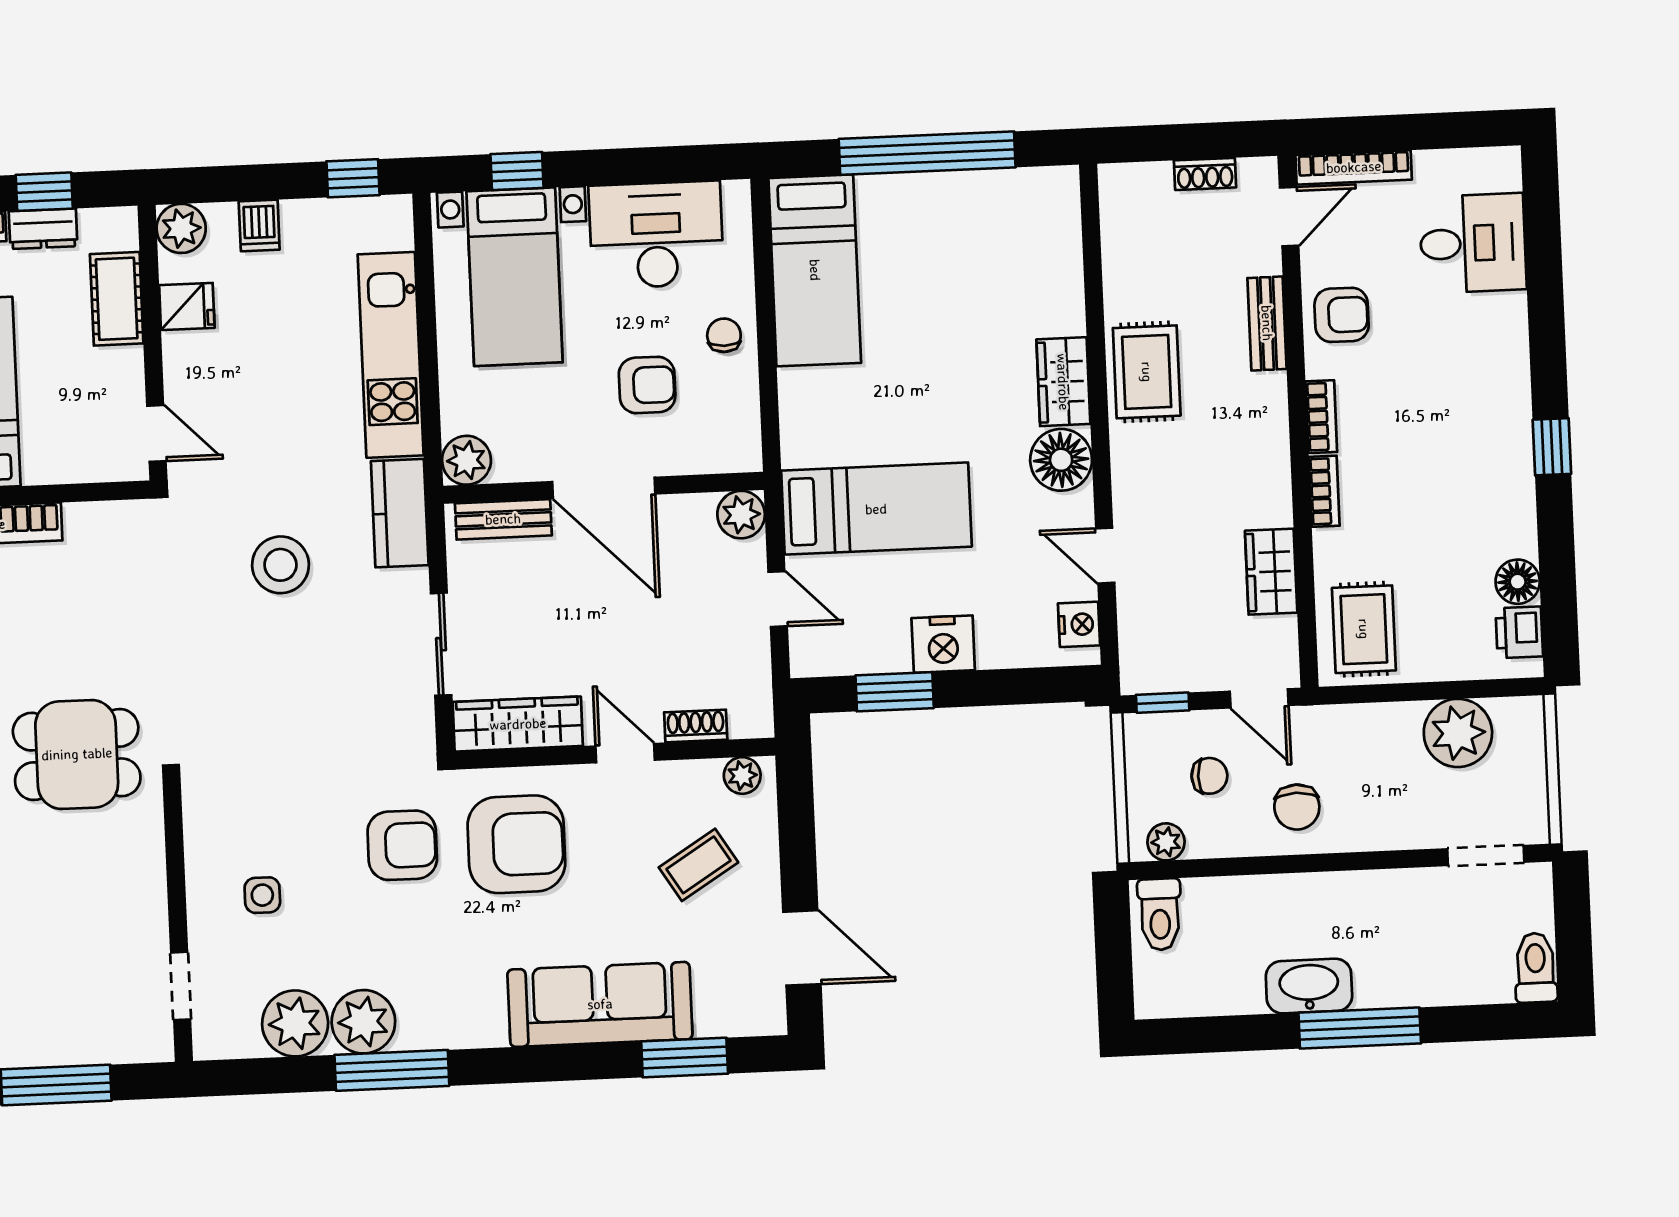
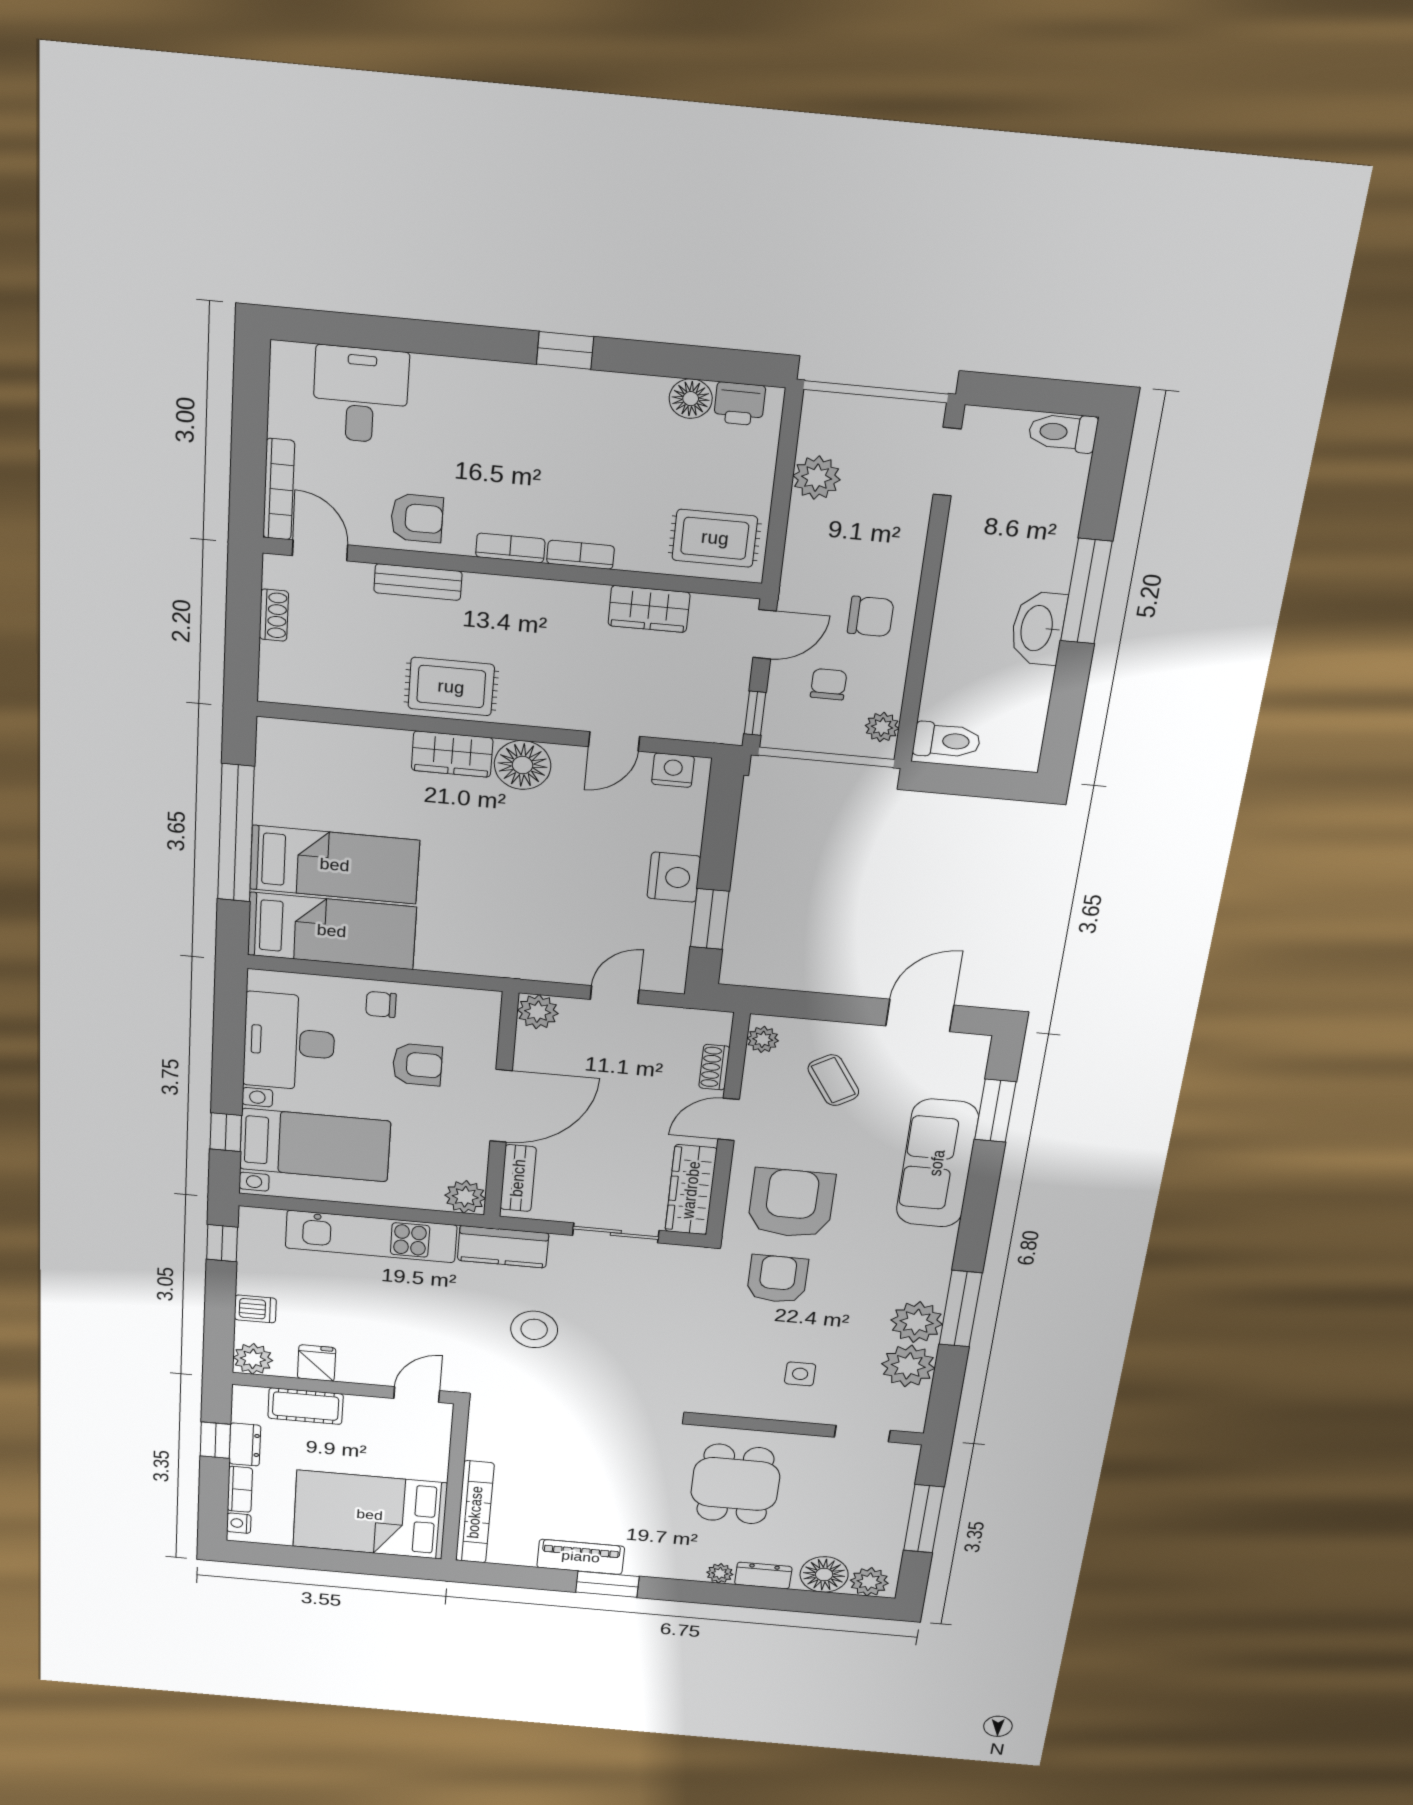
armchair: (1342, 315) -> (417, 518), turned 90
armchair: (647, 385) -> (417, 1065), turned 90
bed: (876, 509) -> (335, 865), moved, turned 90
plant: (1458, 733) -> (817, 478), width x0.73, depth x0.73
dining table: (77, 754) -> (735, 1484), moved

